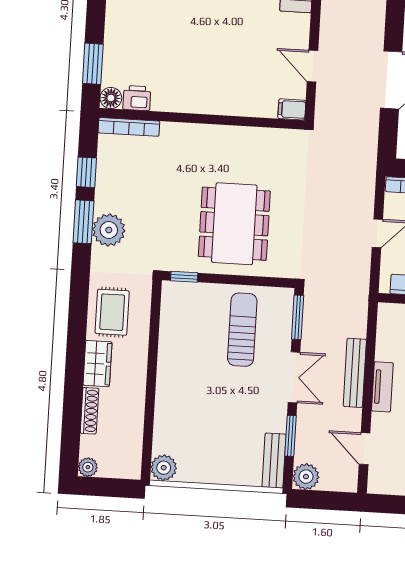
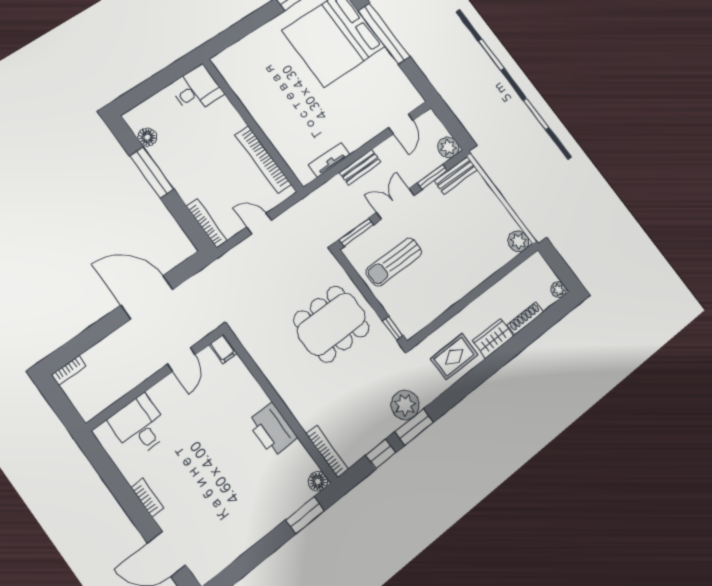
printer: (137, 98) -> (273, 430), moved, width x1.87, depth x1.48
bench: (355, 373) -> (360, 167), width x0.73
tv unit: (382, 387) -> (329, 160), moved

